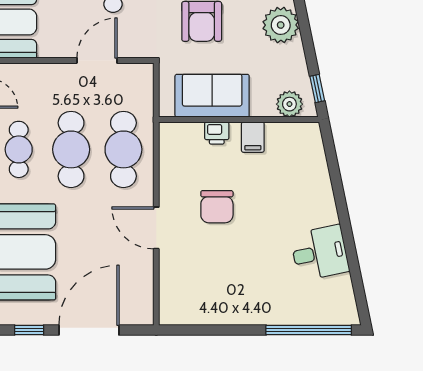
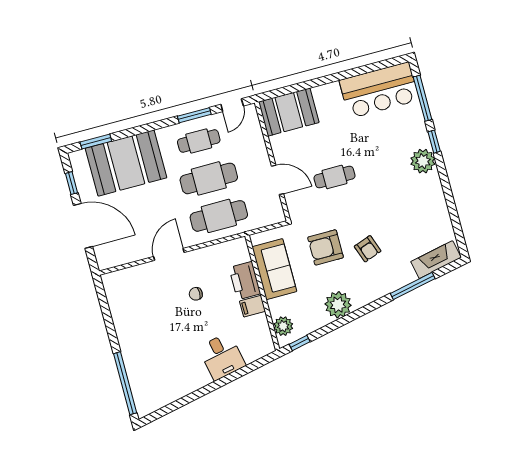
printer: (217, 133) -> (245, 281), width x1.87, depth x1.48
chair: (217, 207) -> (196, 294), width x0.54, depth x0.54
desk: (320, 253) -> (222, 356), moved

